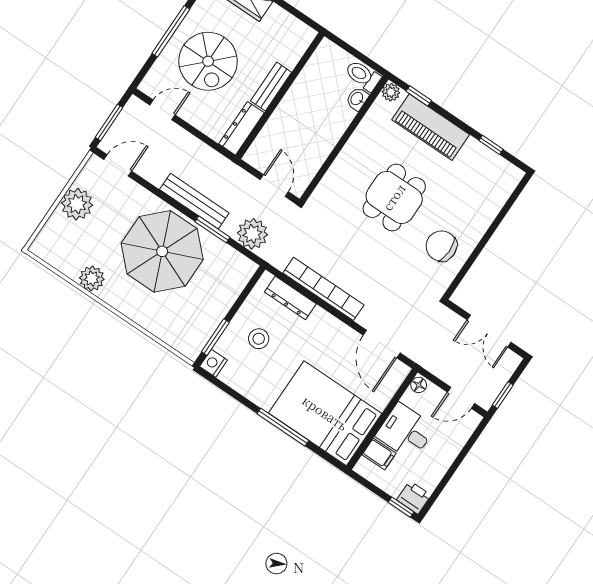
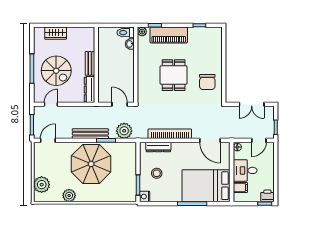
plant: (77, 204) -> (42, 185), moved
chair: (441, 246) -> (207, 82), turned -90

